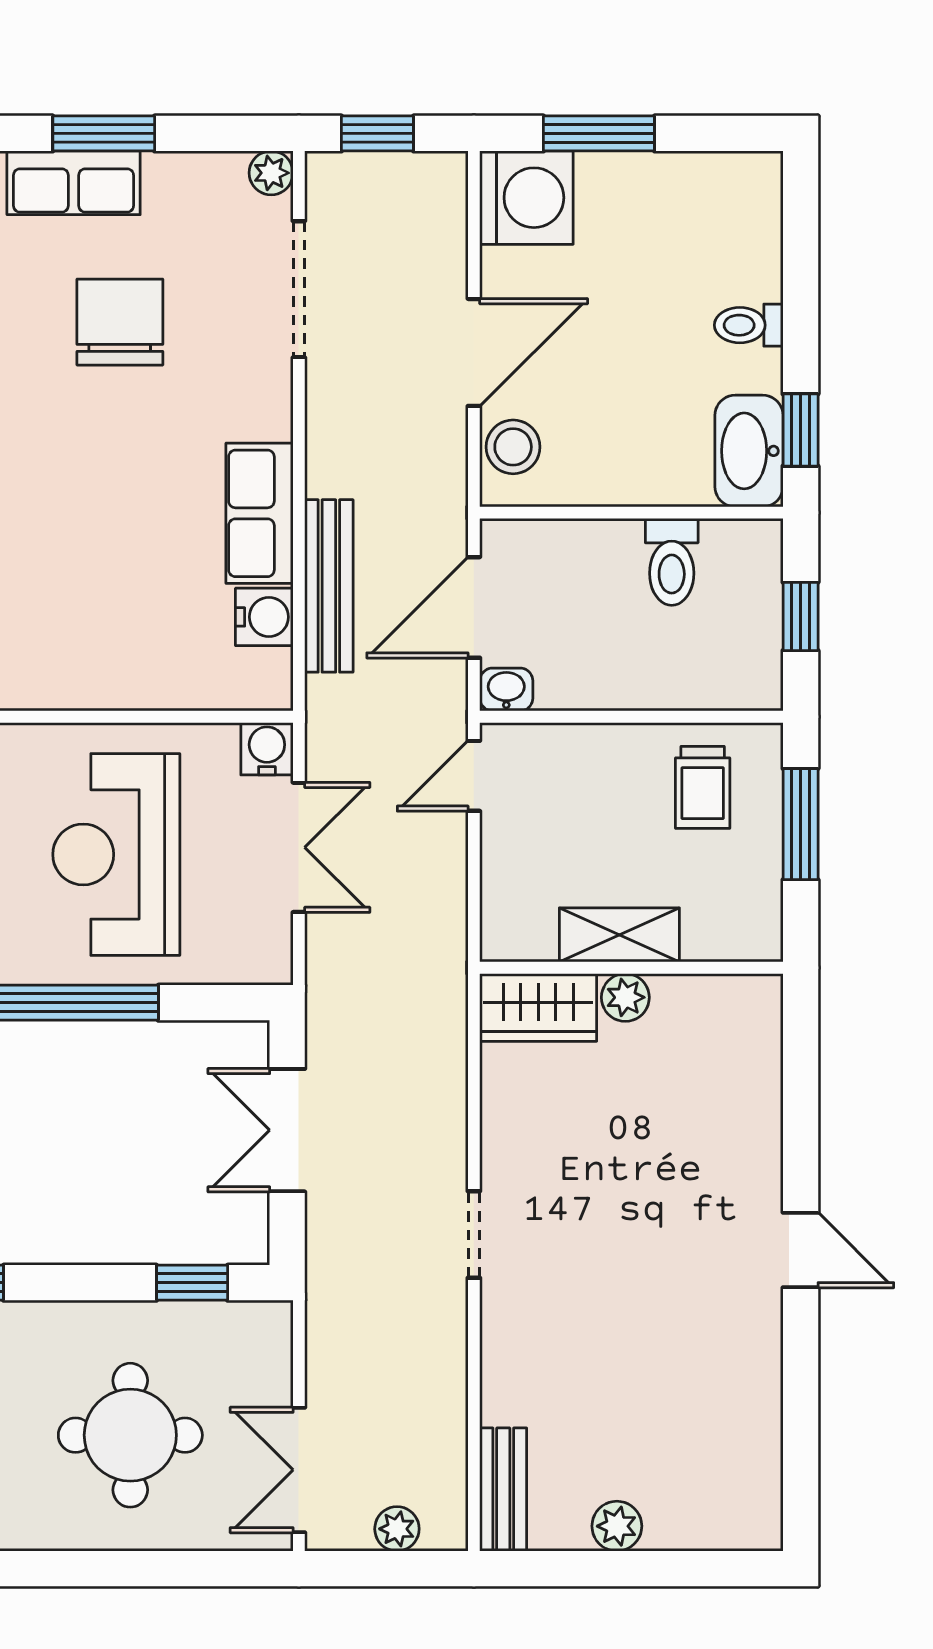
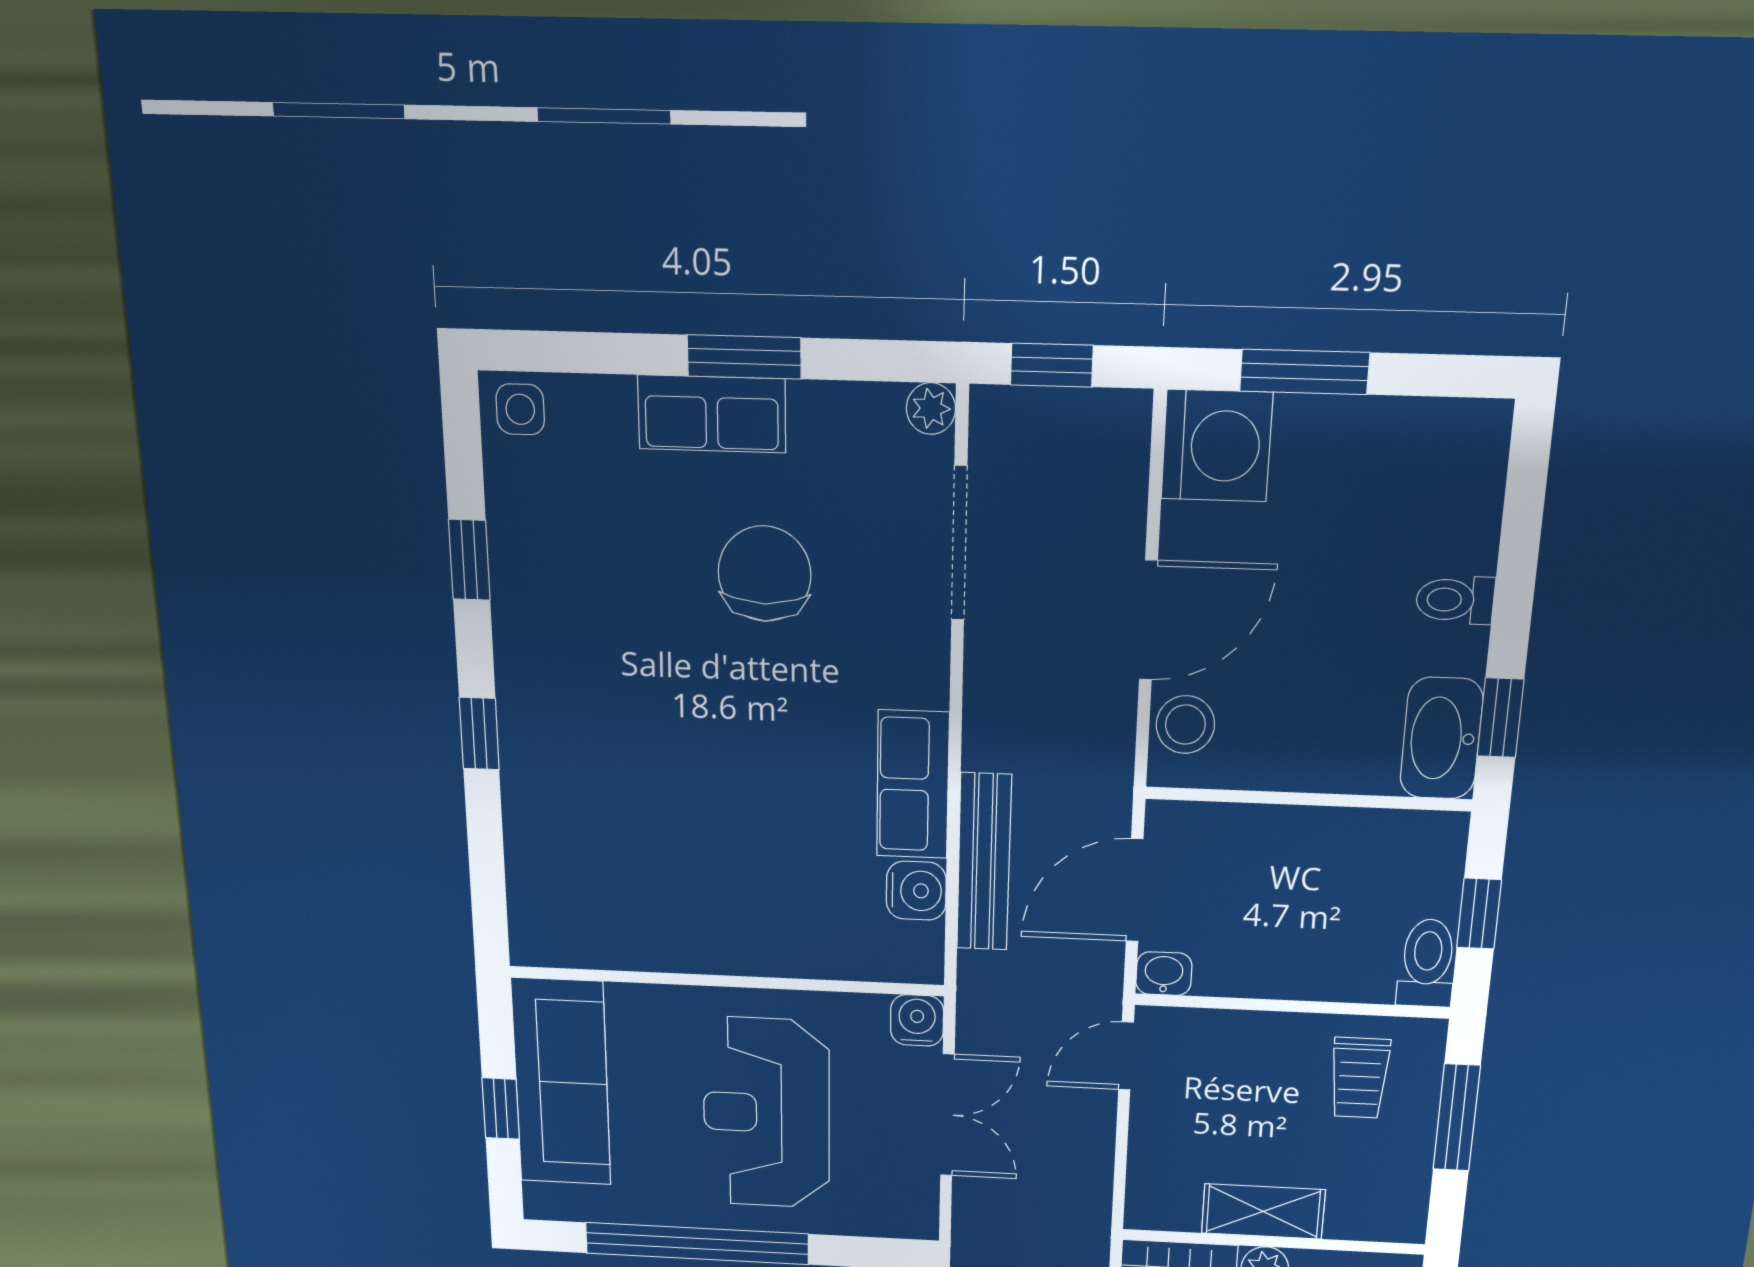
toilet: (672, 562) -> (1427, 963), moved, turned 180

